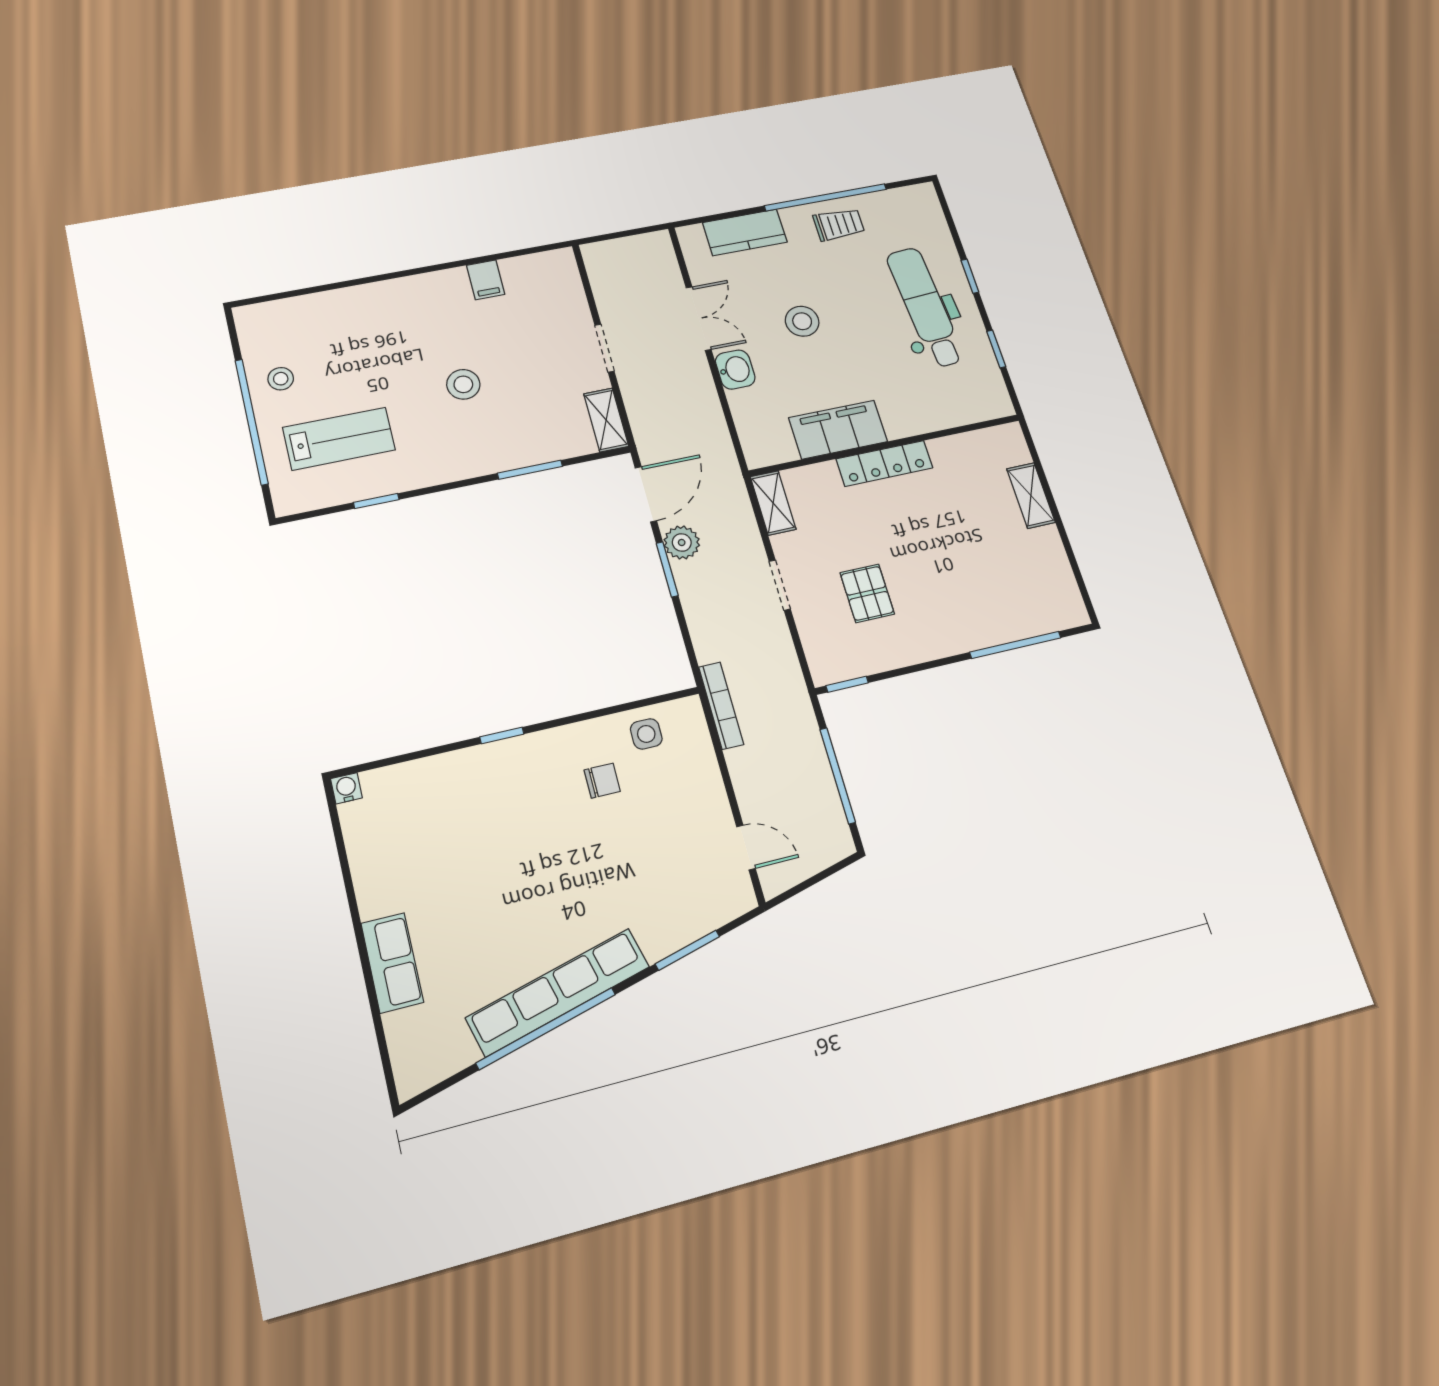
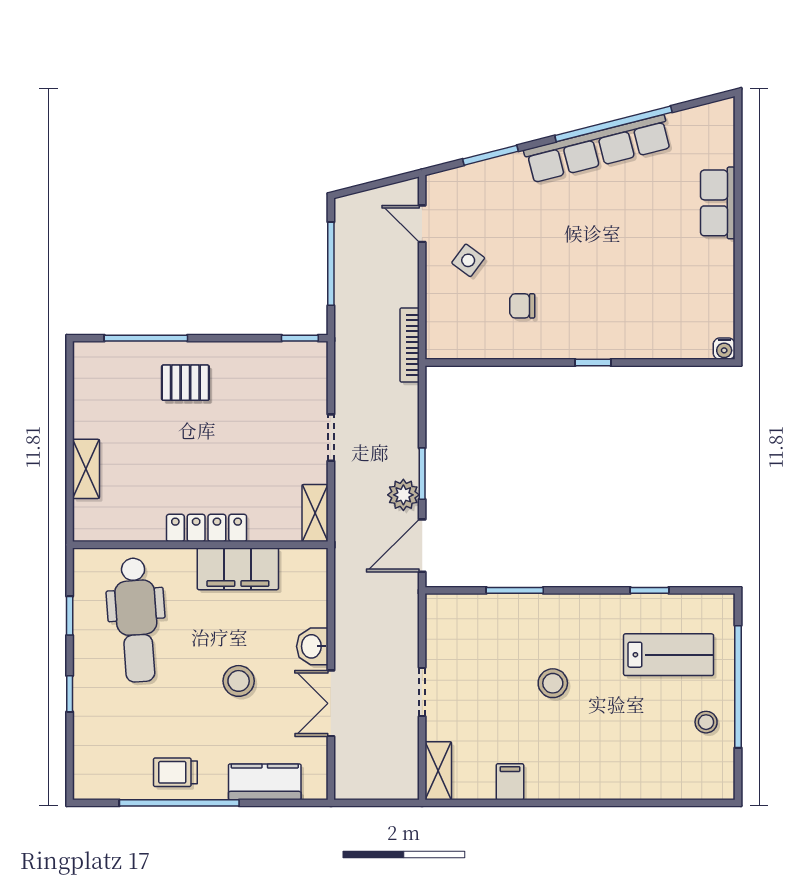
dental chair: (925, 307) -> (137, 620), moved
shelving: (606, 420) -> (438, 771), moved
lab bench: (339, 439) -> (669, 655), turned 180
pallet: (867, 593) -> (185, 383), moved, turned 90
side table: (646, 734) -> (468, 260), moved, turned 37

